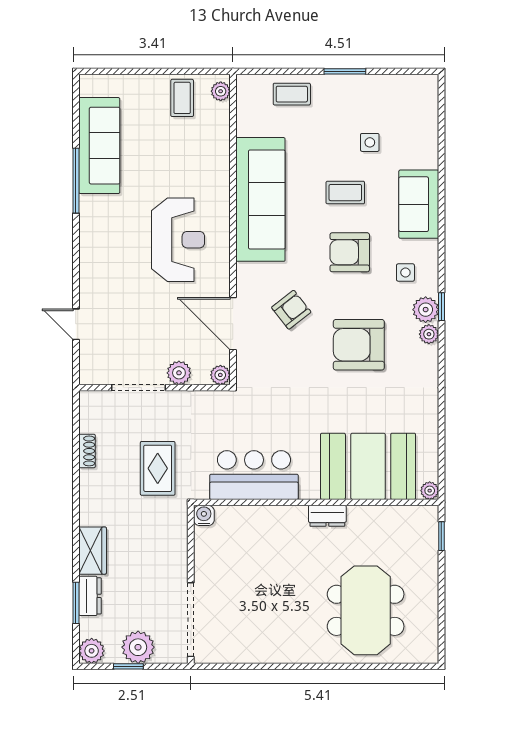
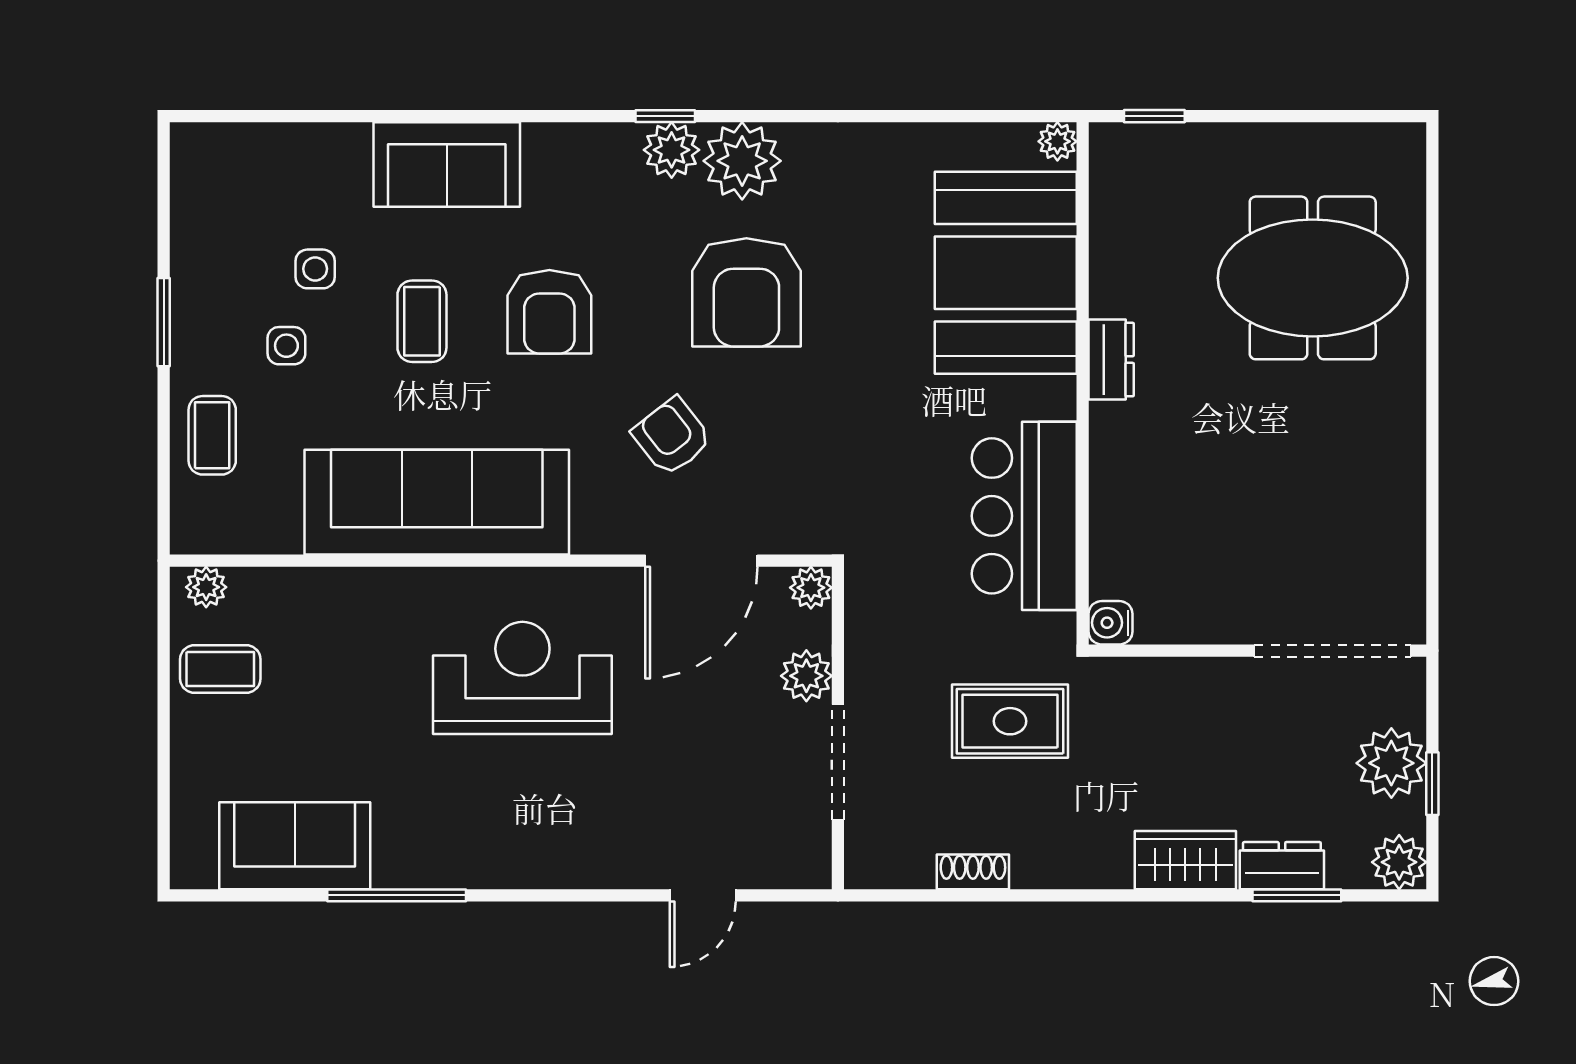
sofa: (99, 146) -> (295, 846), width x0.73
side table: (405, 272) -> (286, 346), moved
plant: (429, 334) -> (742, 161), width x1.88, depth x1.88

